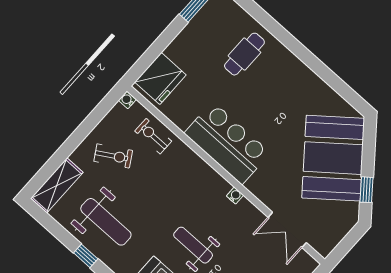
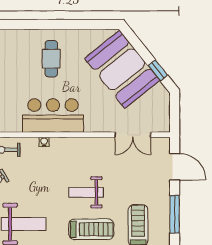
cafe table: (244, 54) -> (51, 59), moved
water cooler: (235, 196) -> (44, 142), moved

